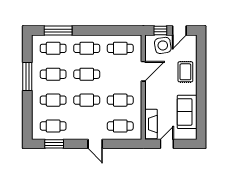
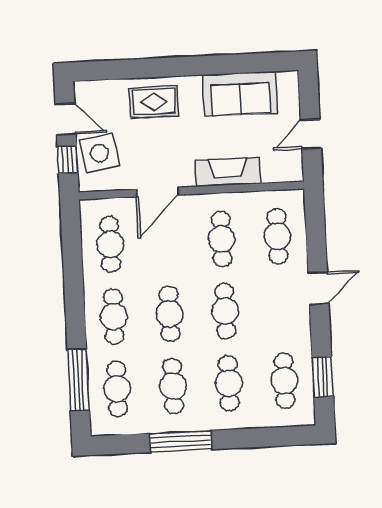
door: (143, 71) -> (157, 192), swing flipped
fireplace: (151, 124) -> (228, 172), moved
door: (167, 144) -> (311, 134), hinge flipped

